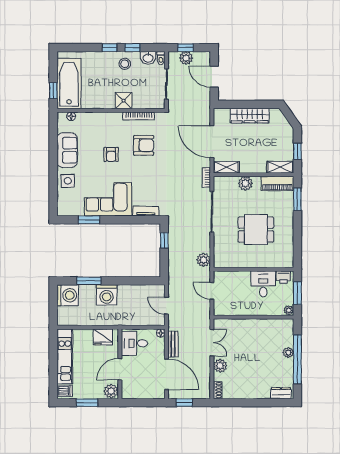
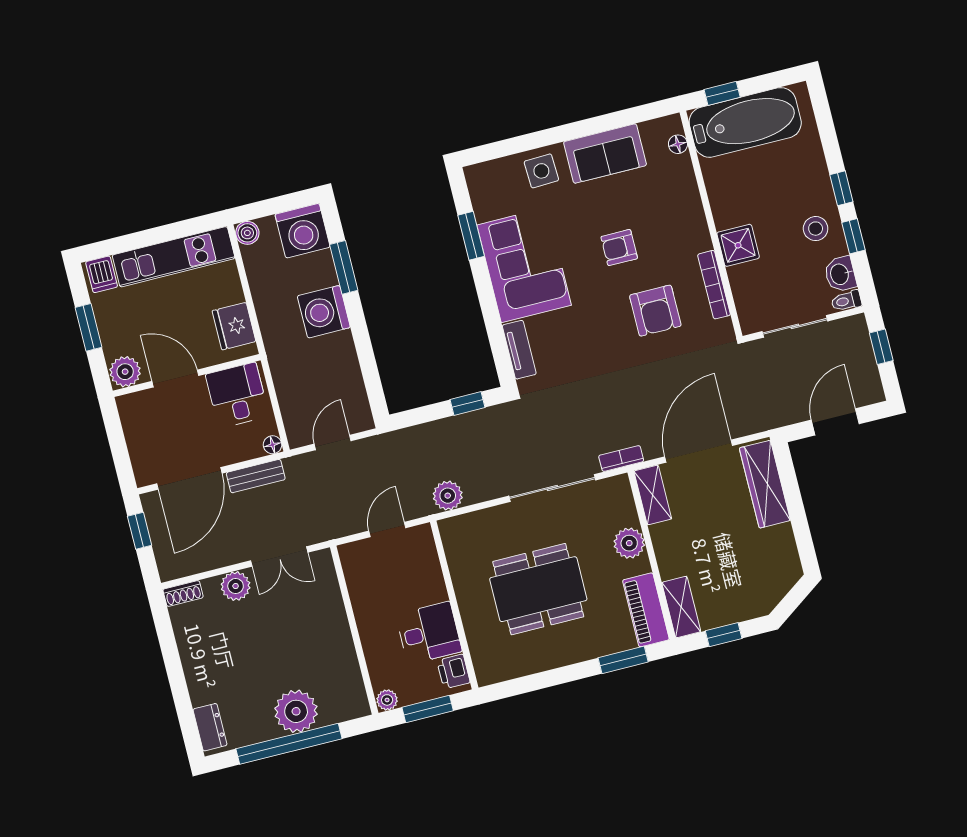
plant: (186, 58) -> (860, 353), removed
wardrobe: (250, 116) -> (765, 484), moved
dining table: (256, 230) -> (538, 589), width x1.38
boiler: (62, 320) -> (247, 233), added
plant: (288, 353) -> (296, 711), width x1.87, depth x1.87

